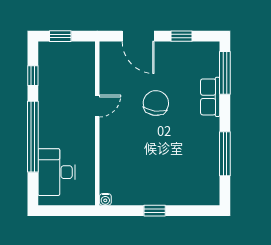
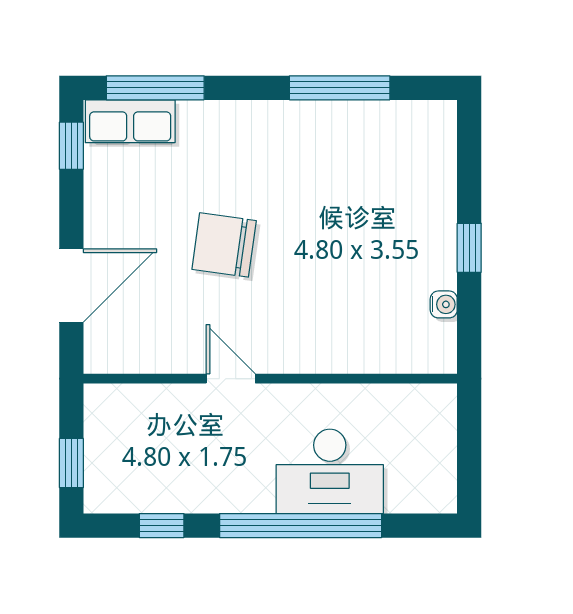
window: (181, 36) -> (71, 146), moved
row of seats: (210, 97) -> (130, 121), moved
desk: (57, 172) -> (330, 471), moved
water cooler: (105, 199) -> (444, 304), moved

